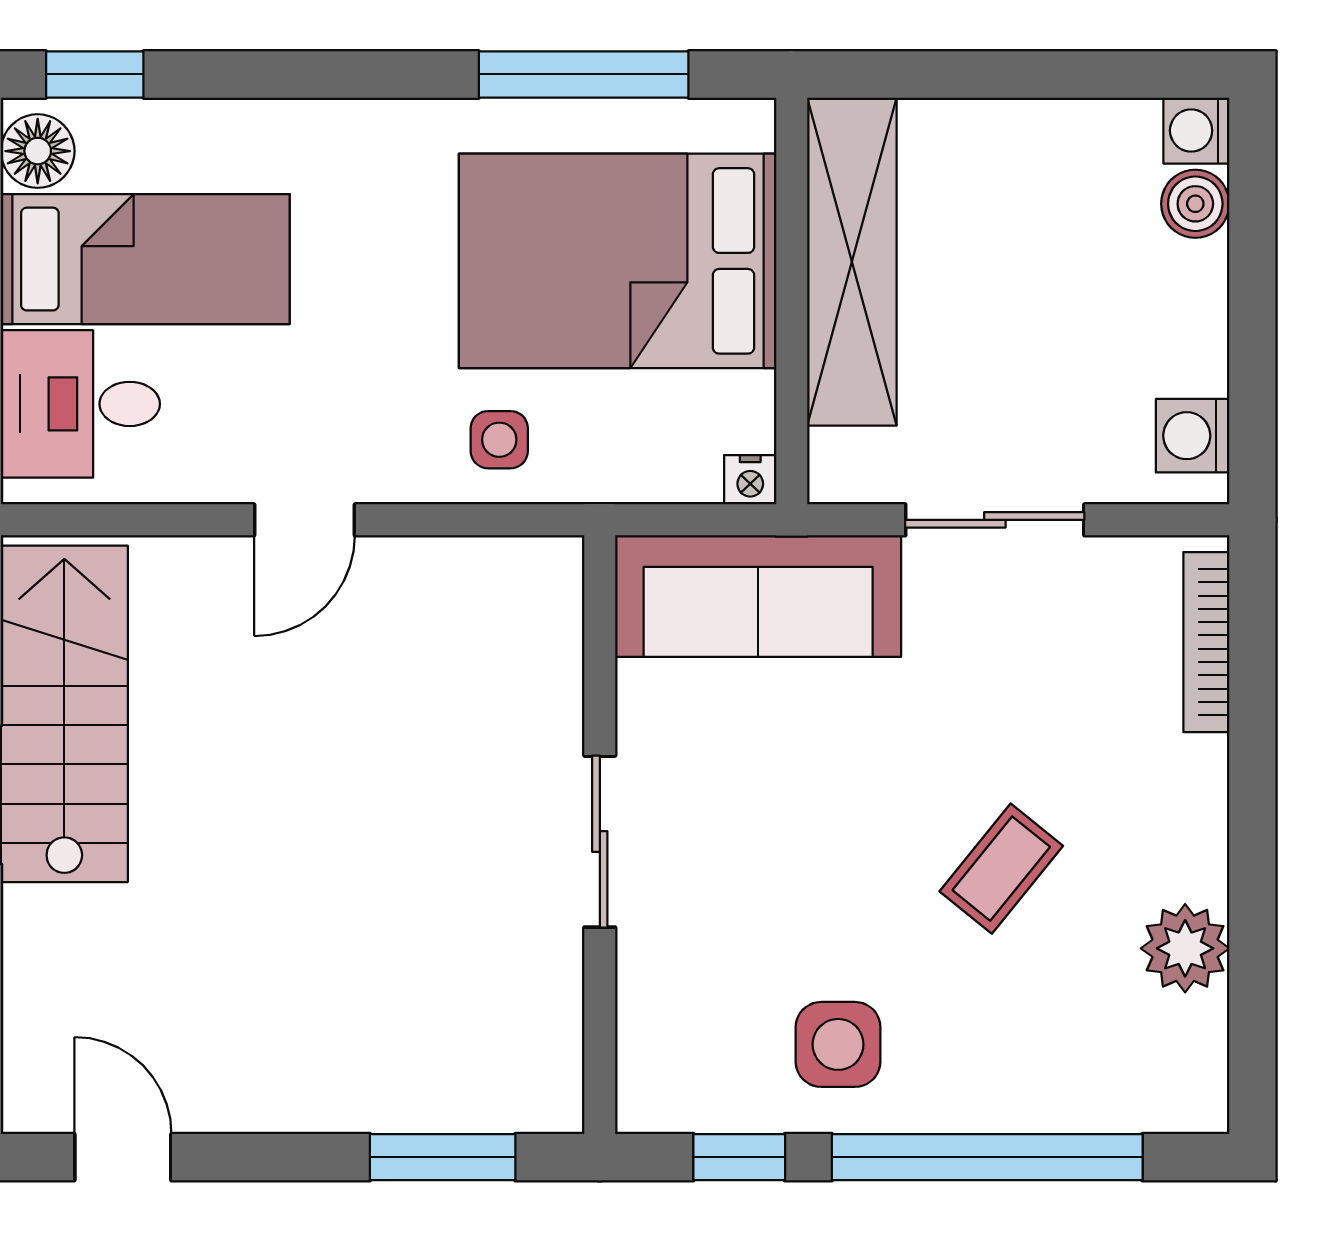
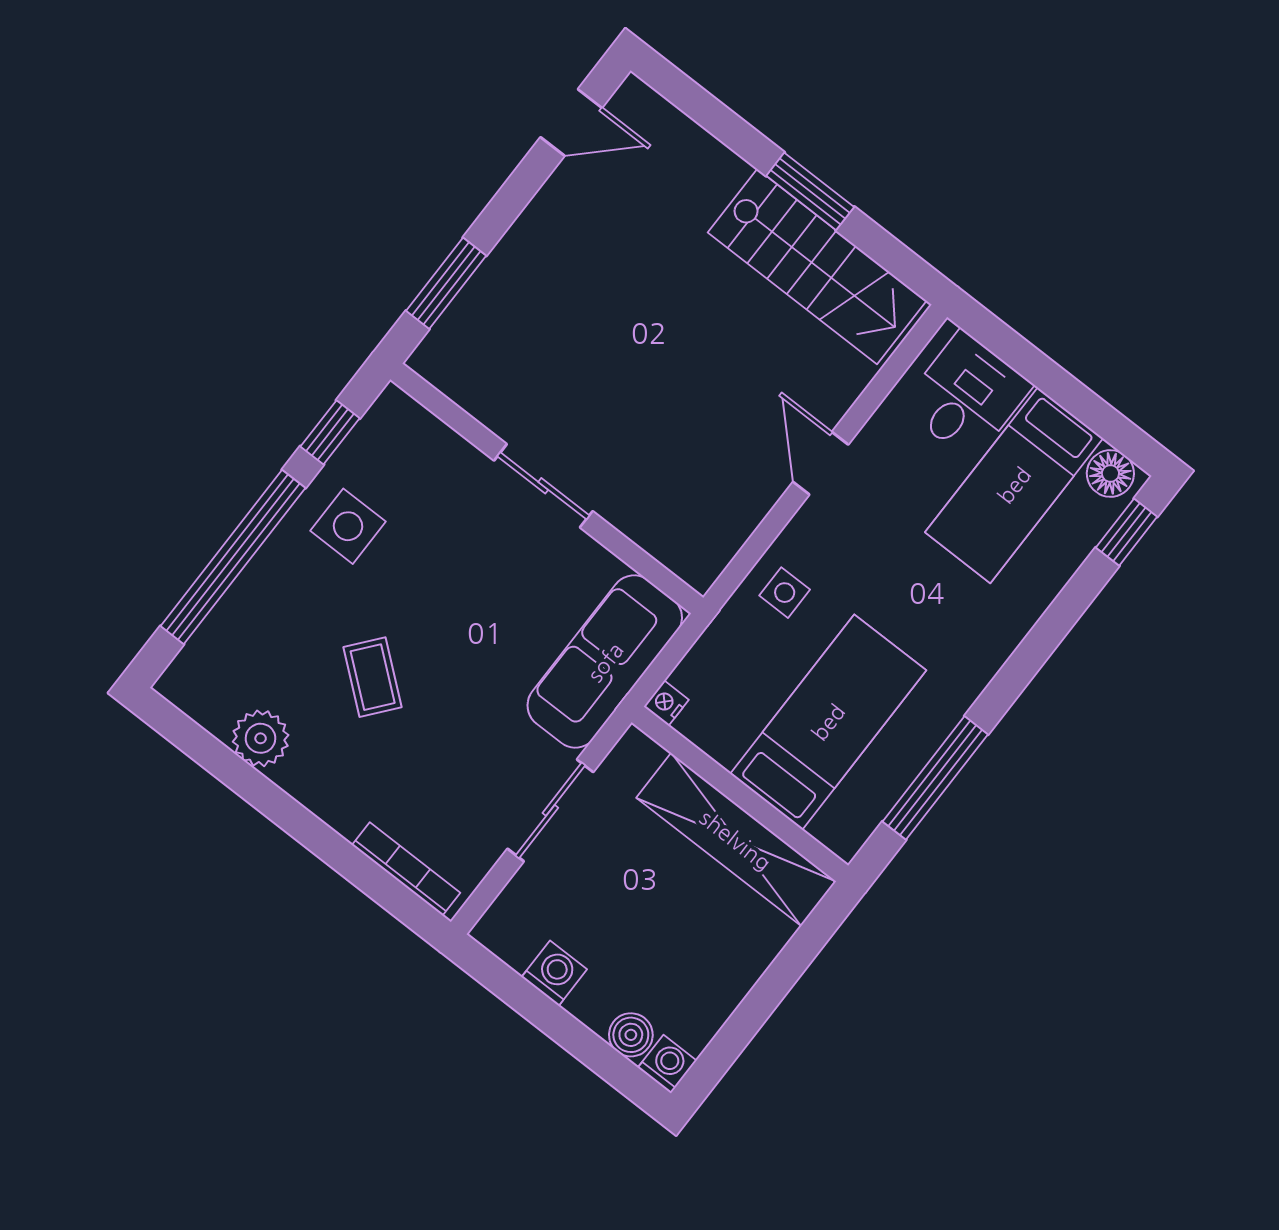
bed: (618, 261) -> (828, 722), width x0.67
washing machine: (1193, 436) -> (554, 973), moved

